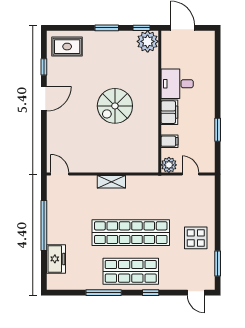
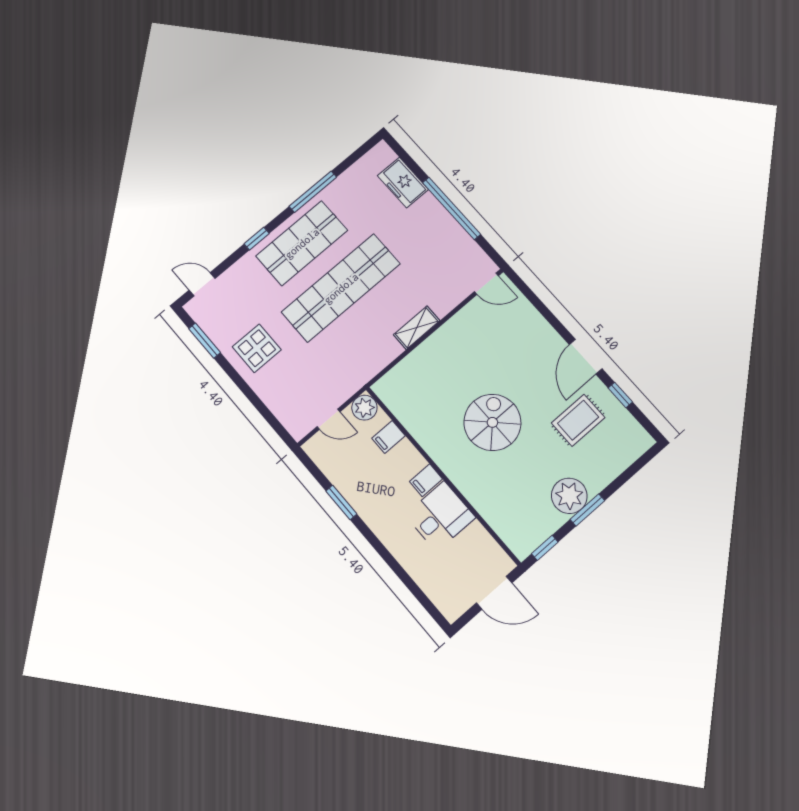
plant: (148, 41) -> (569, 496), moved
rug: (67, 47) -> (578, 420), moved
filing cabinet: (169, 112) -> (426, 480), width x0.50

